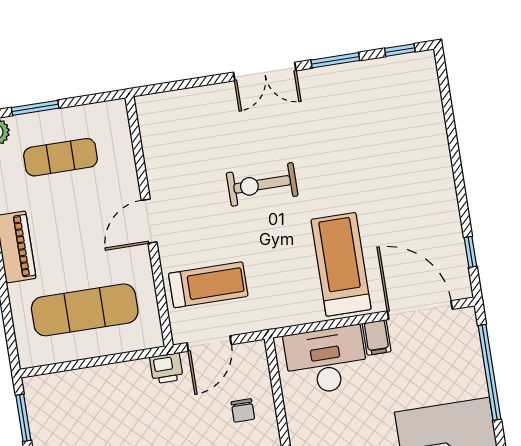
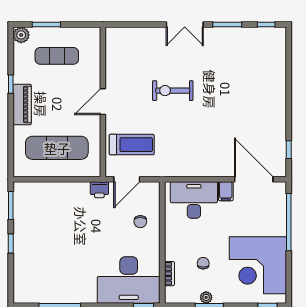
treadmill: (341, 264) -> (212, 145), removed

